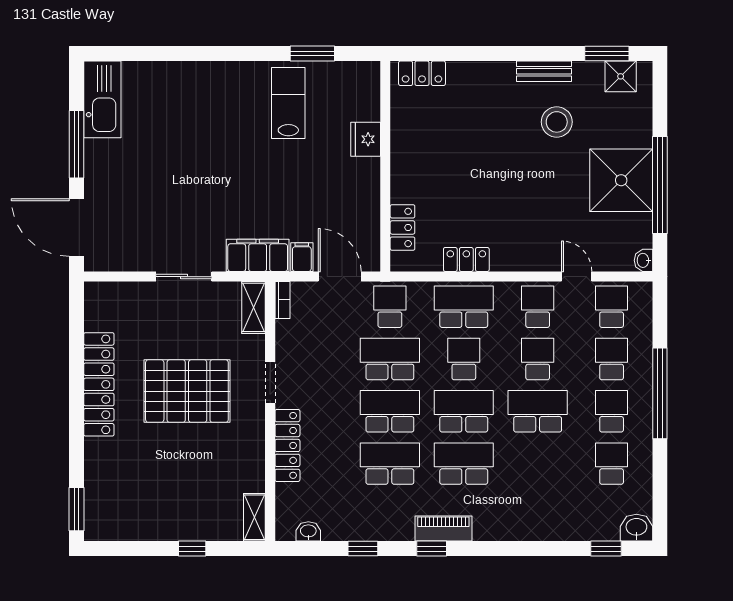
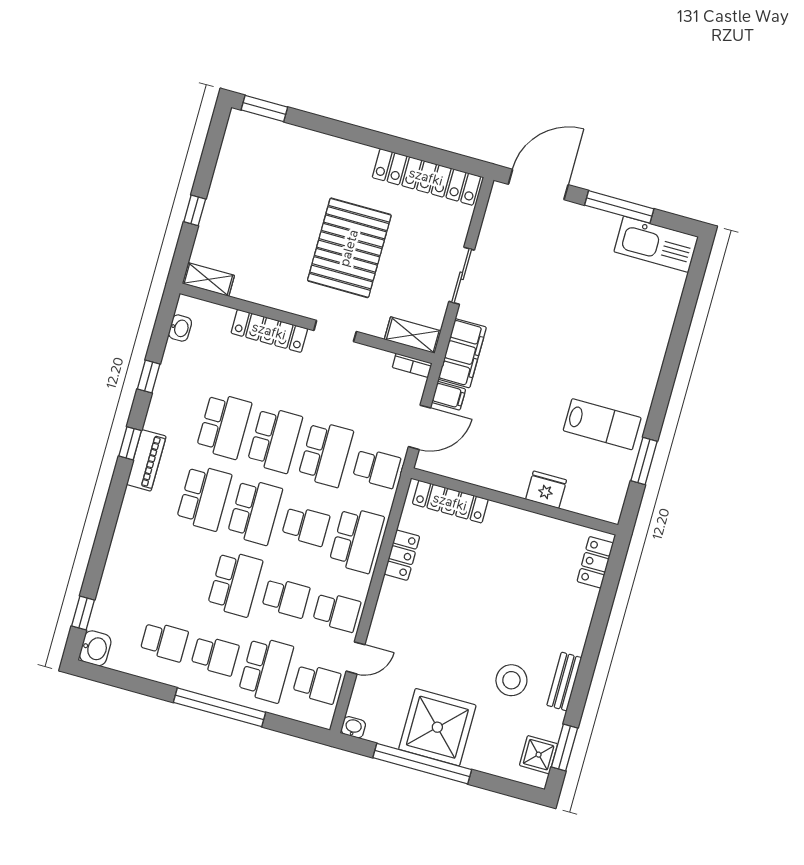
locker: (402, 227) -> (450, 502), width x1.53
school desk: (612, 359) -> (266, 670), width x1.85
locker: (99, 384) -> (426, 177), moved

